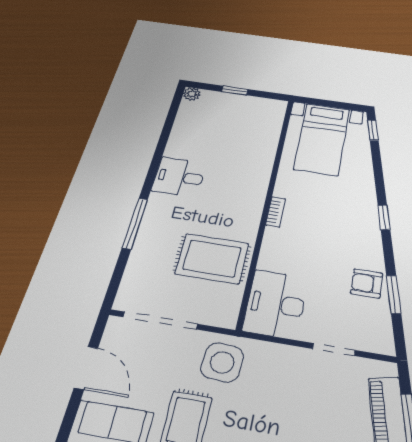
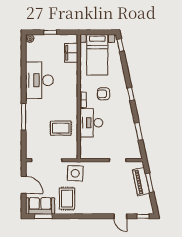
filing cabinet: (269, 128) -> (71, 53), added
desk: (179, 177) -> (39, 80), width x1.87, depth x1.30
rug: (212, 259) -> (61, 128), width x0.73, depth x0.70
armchair: (367, 283) -> (104, 94), moved
desk: (276, 304) -> (91, 123), moved

